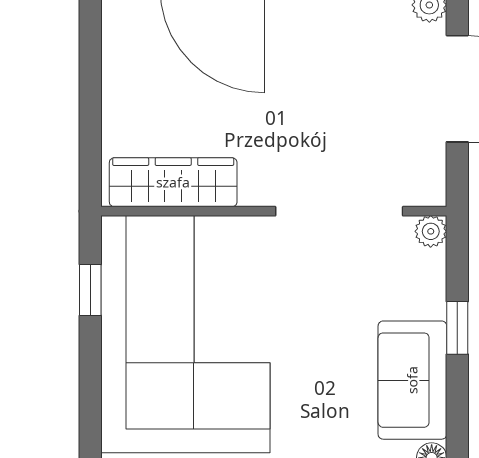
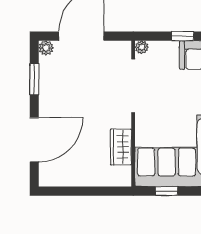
wardrobe: (173, 182) -> (121, 147), width x0.67

